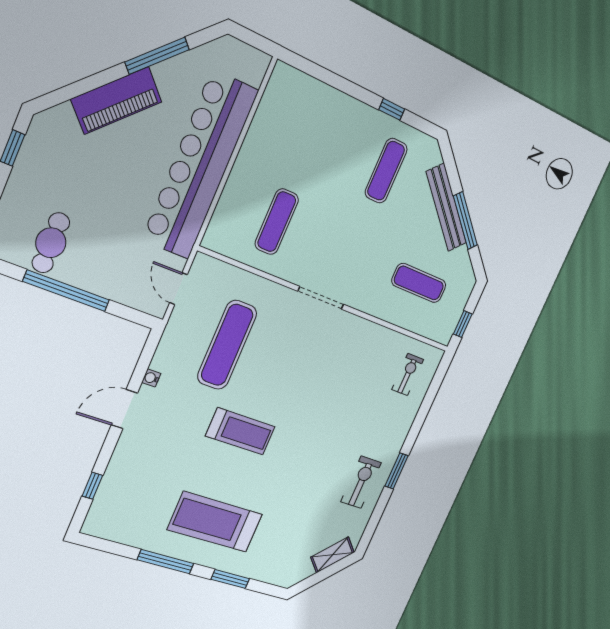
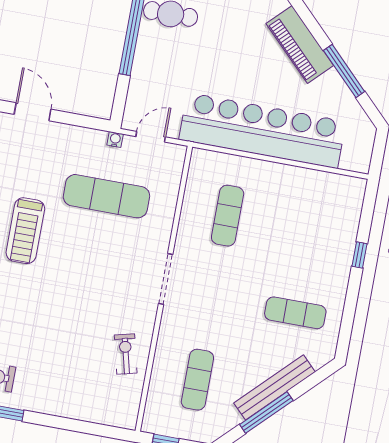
window: (392, 109) -> (360, 255), moved
exercise mat: (277, 222) -> (228, 216), turned 90
exercise bike: (408, 375) -> (126, 354), moved, turned -104
water cooler: (151, 378) -> (115, 140), moved

